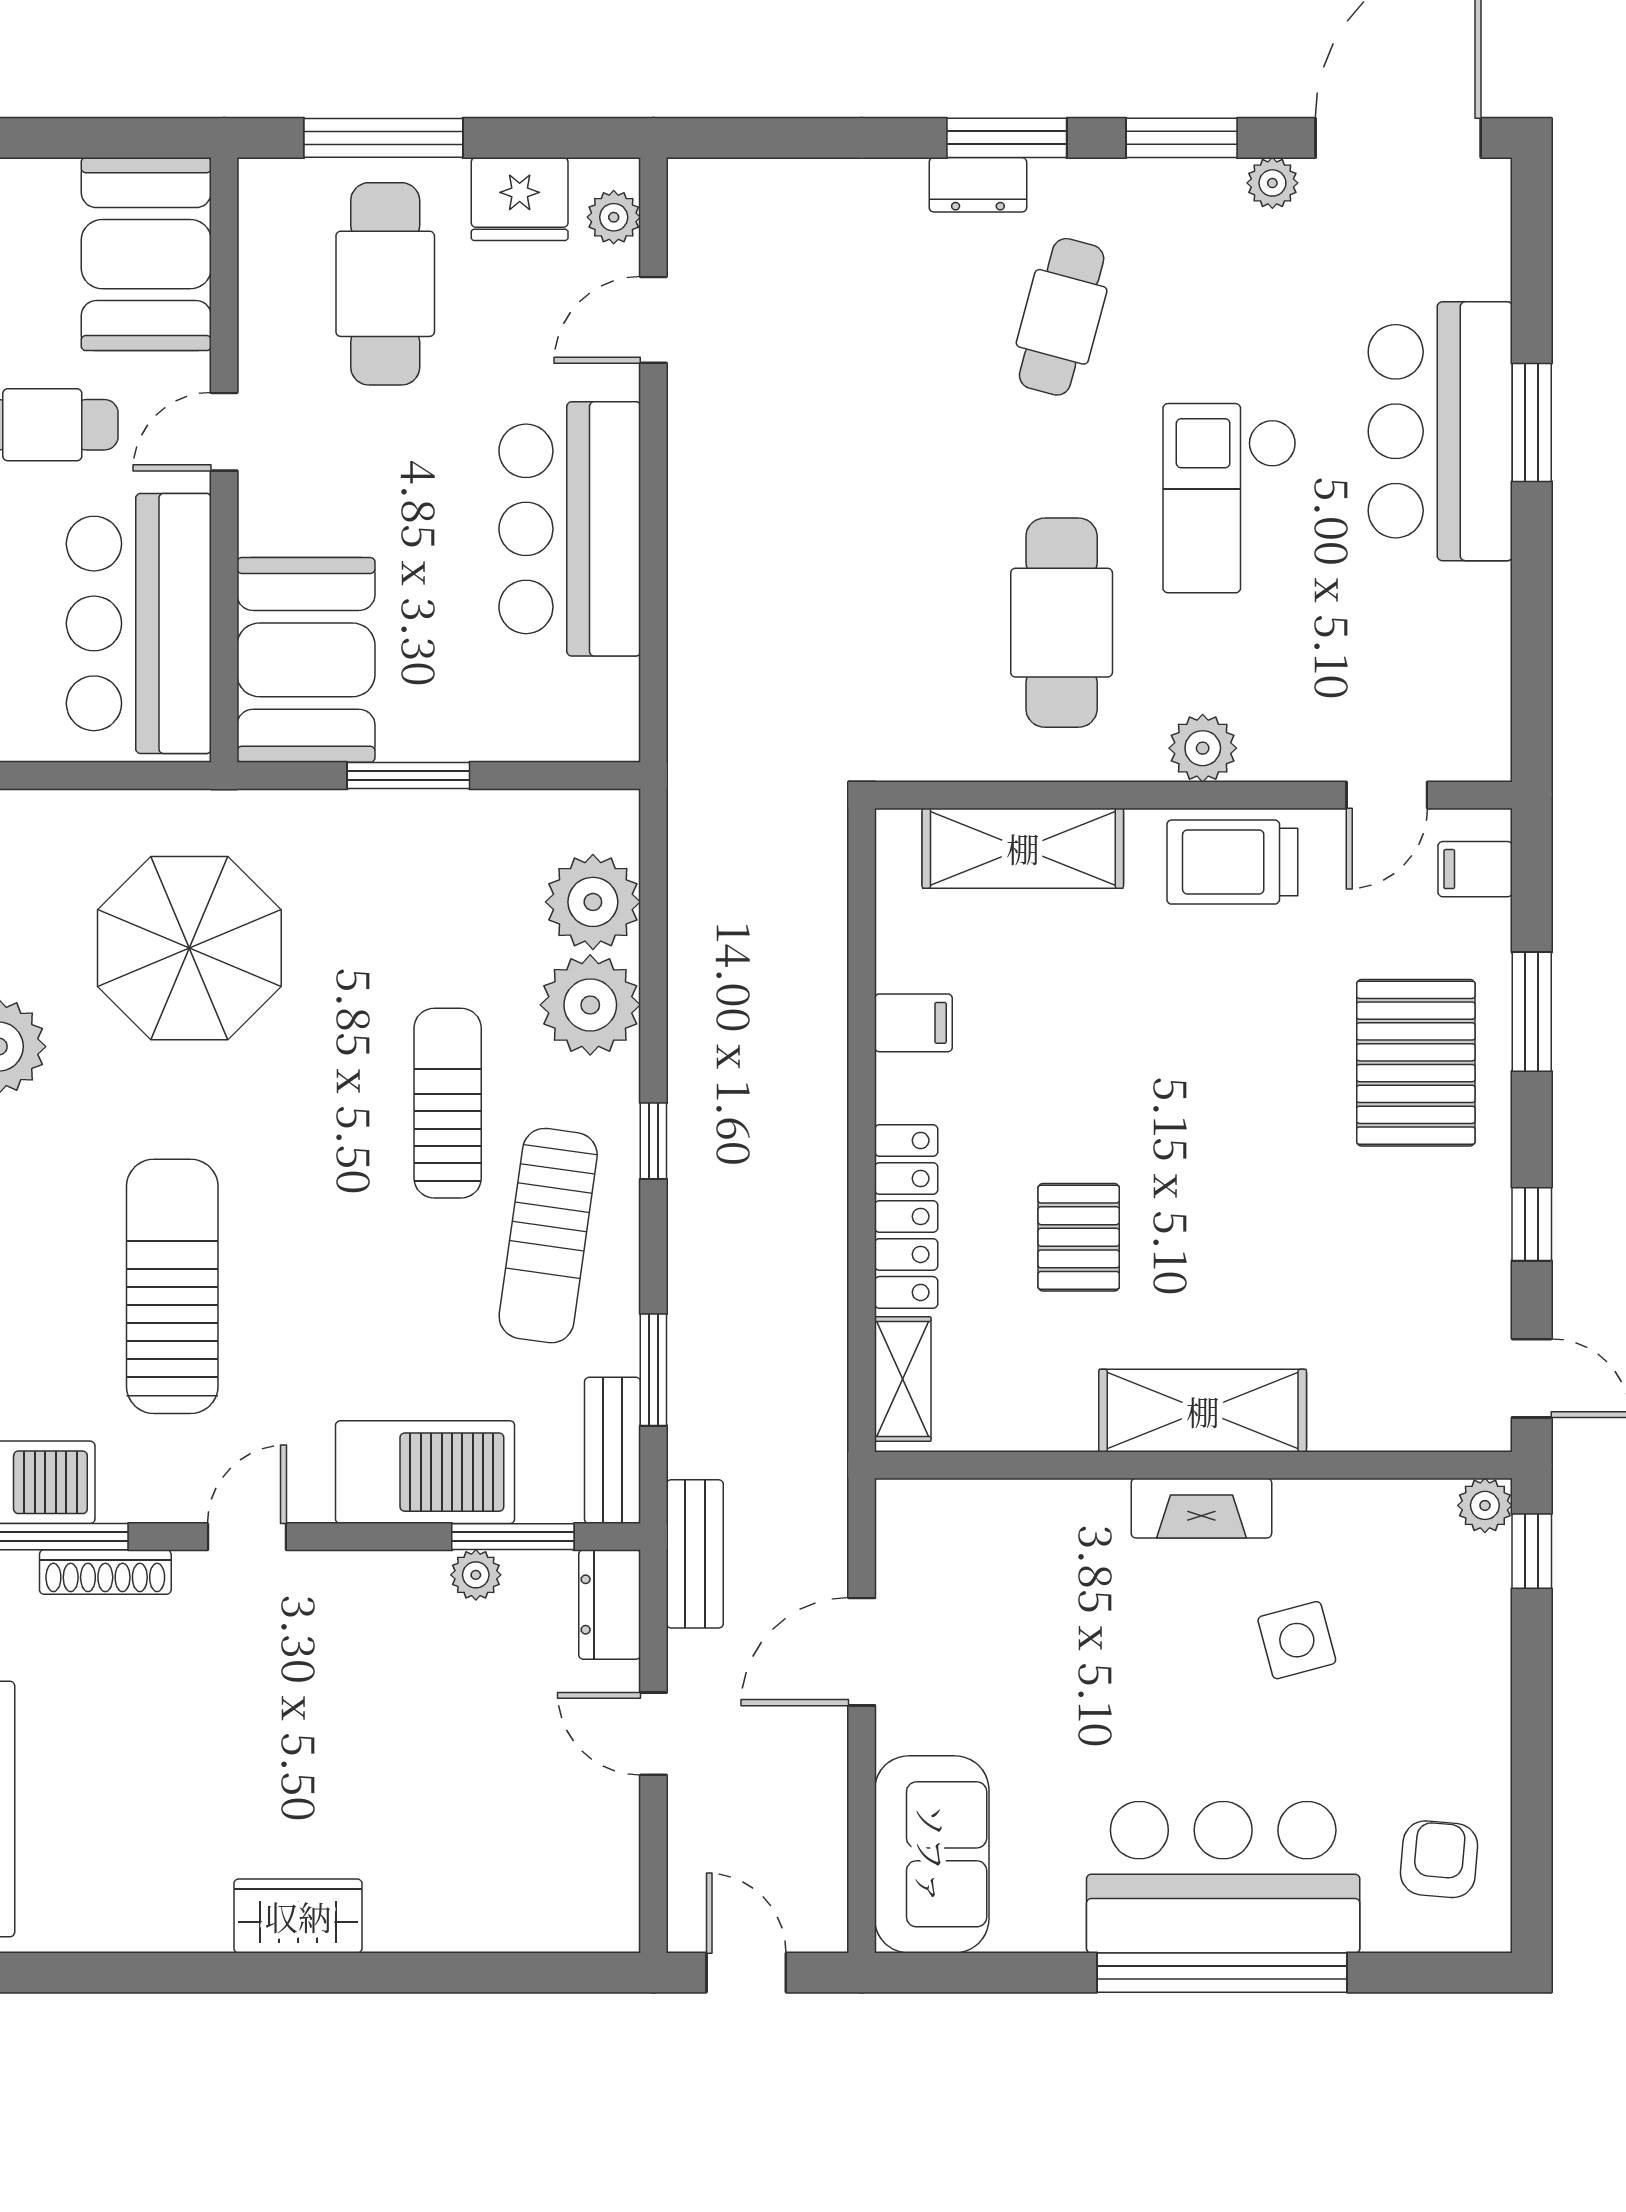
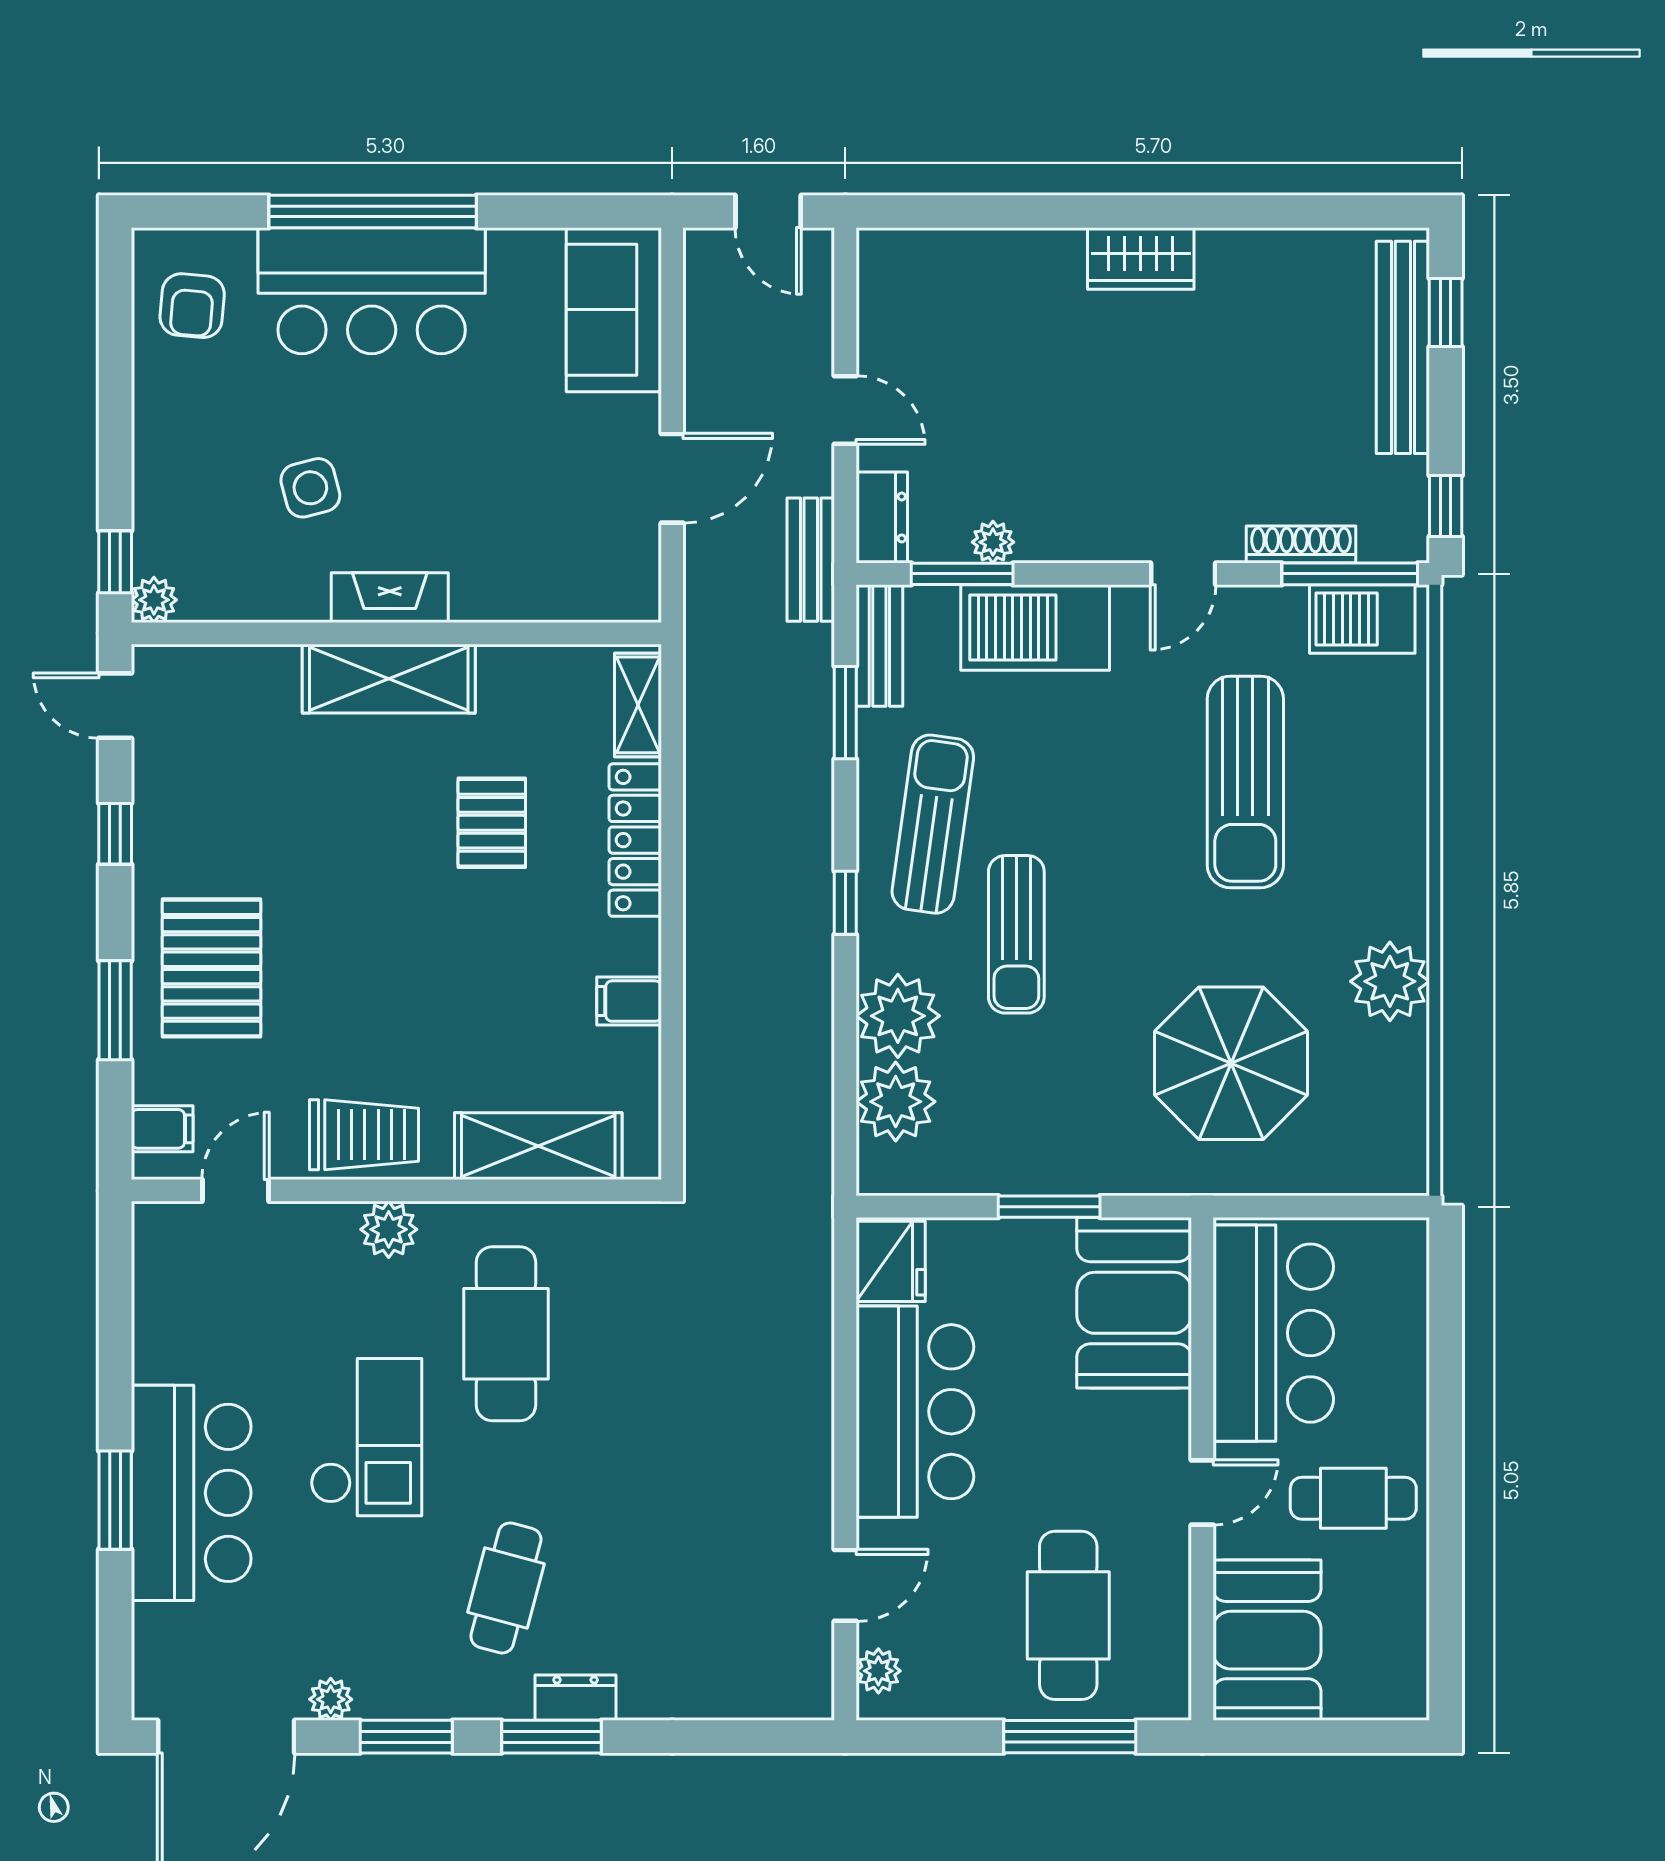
fridge: (520, 199) -> (891, 1261), moved, turned 90

